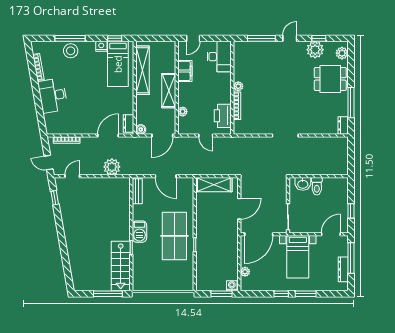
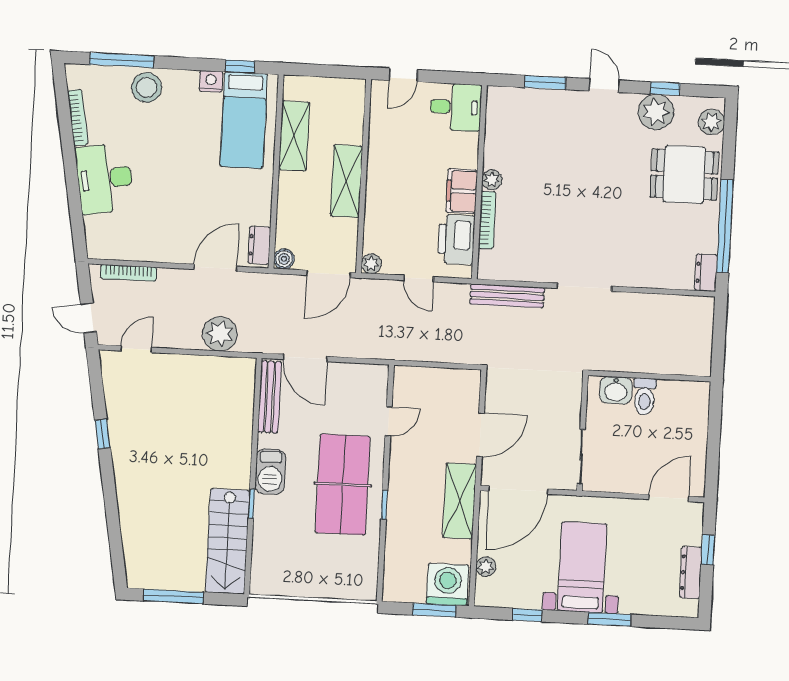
window: (70, 38) -> (122, 60), moved
window: (261, 38) -> (545, 82), width x0.69
door: (290, 38) -> (604, 86), hinge flipped
desk: (219, 57) -> (456, 107), width x0.73
shelving: (142, 70) -> (294, 136), width x0.68
filing cabinet: (185, 71) -> (462, 191), moved, turned 180
window: (351, 103) -> (725, 226), width x1.46
plant: (183, 112) -> (371, 264), moved
bench: (248, 142) -> (507, 296), added
door: (166, 176) -> (305, 358), moved
shelving: (214, 185) -> (460, 501), moved, turned 90
bench: (137, 191) -> (270, 397), width x1.36
window: (55, 198) -> (102, 434), moved
door: (195, 205) -> (389, 421), added
window: (351, 211) -> (713, 451), removed
bed with nightstands: (298, 257) -> (582, 567), moved, turned 180
window: (351, 258) -> (708, 550), width x0.46
washing machine: (232, 286) -> (448, 585), width x1.89, depth x1.89
window: (108, 294) -> (173, 596), moved
window: (281, 294) -> (527, 615), moved

